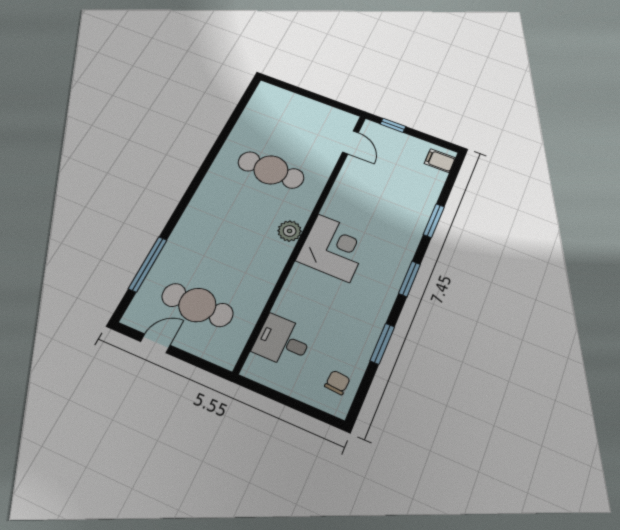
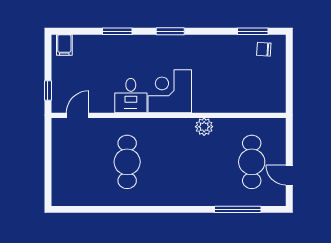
plant: (290, 231) -> (204, 127), moved
desk: (283, 341) -> (131, 96), moved
window: (382, 344) -> (253, 31), moved

